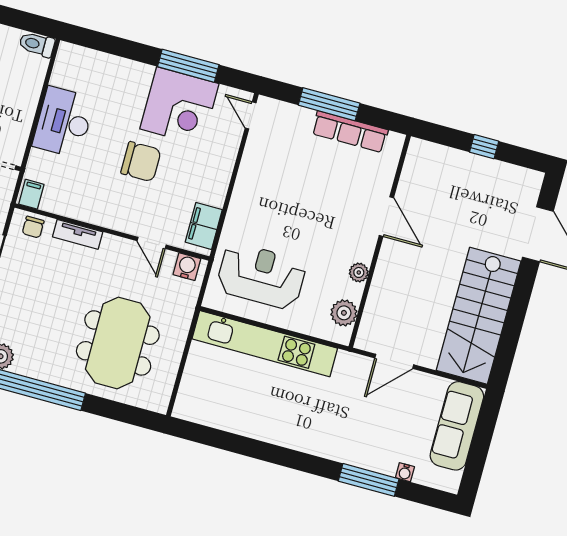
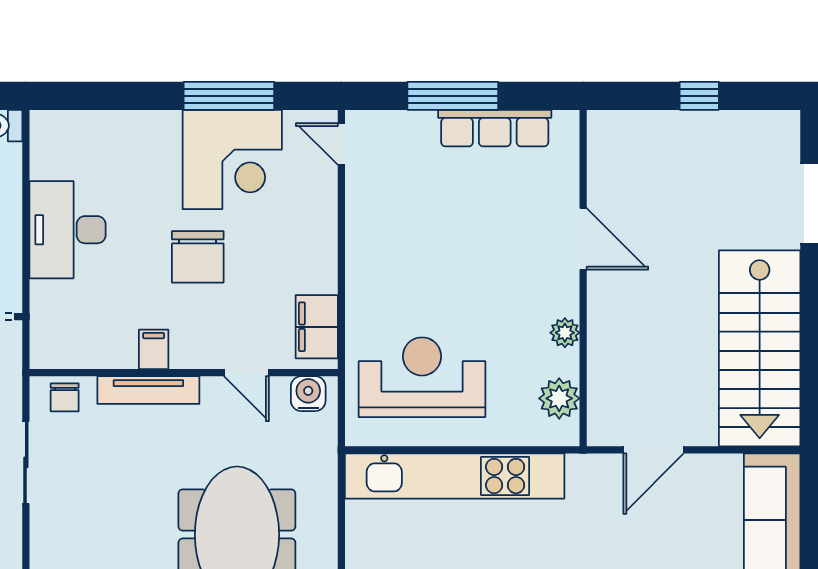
chair: (141, 162) -> (198, 257), turned 90
filing cabinet: (31, 194) -> (154, 349), moved
tv unit: (78, 234) -> (148, 390), width x1.41

